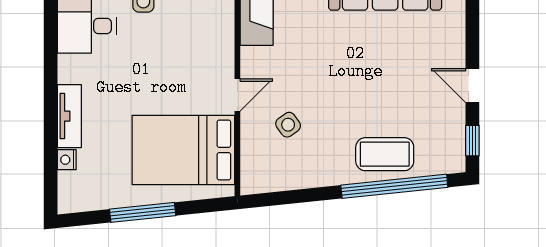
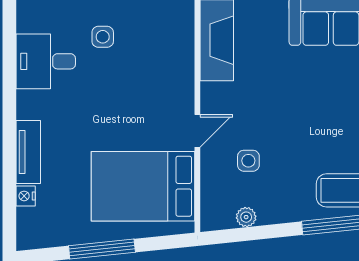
side table: (288, 125) -> (248, 161), turned 36
plant: (286, 181) -> (246, 217), added

